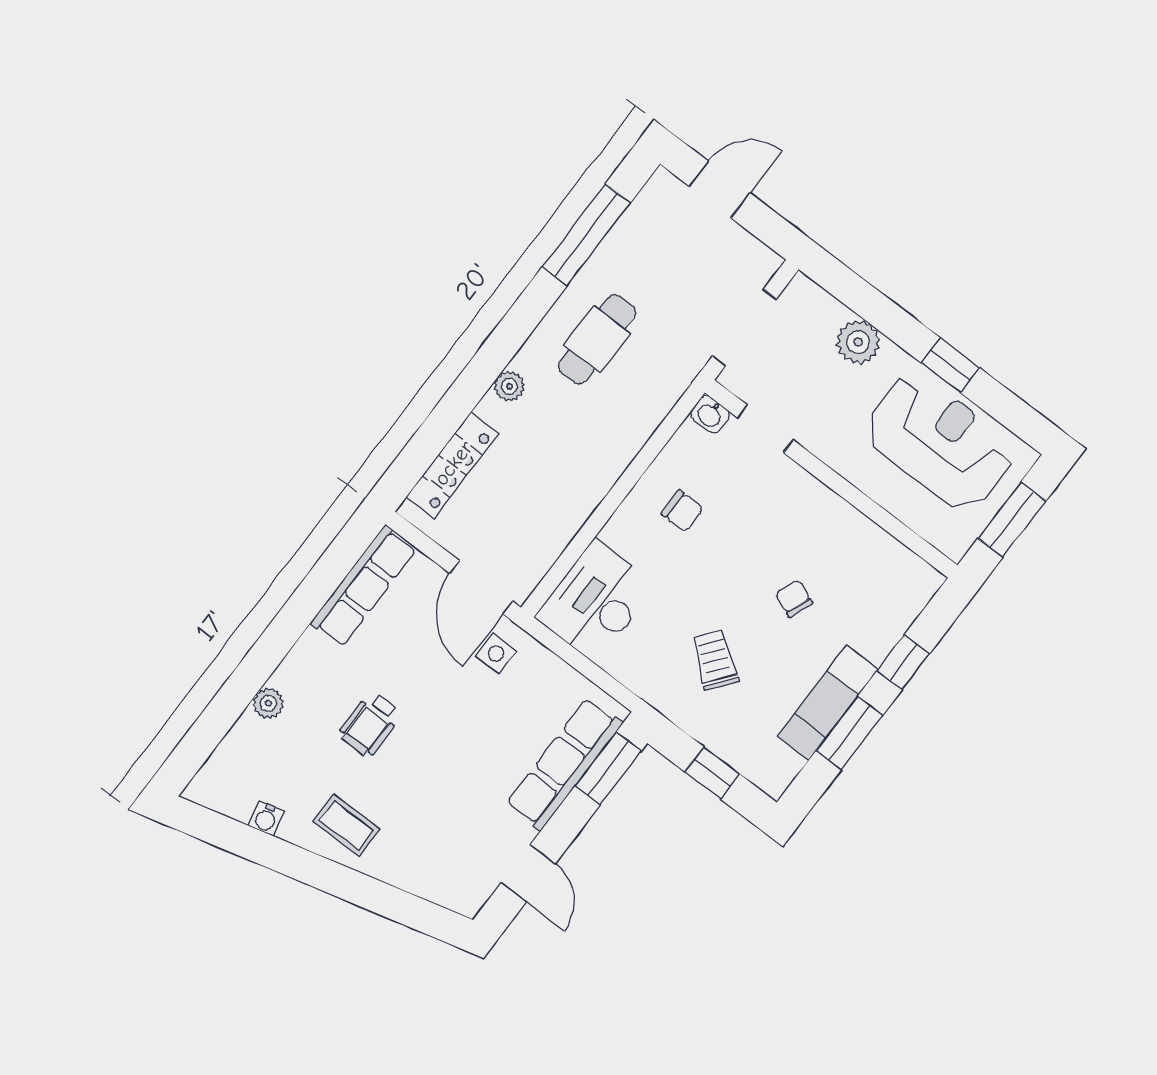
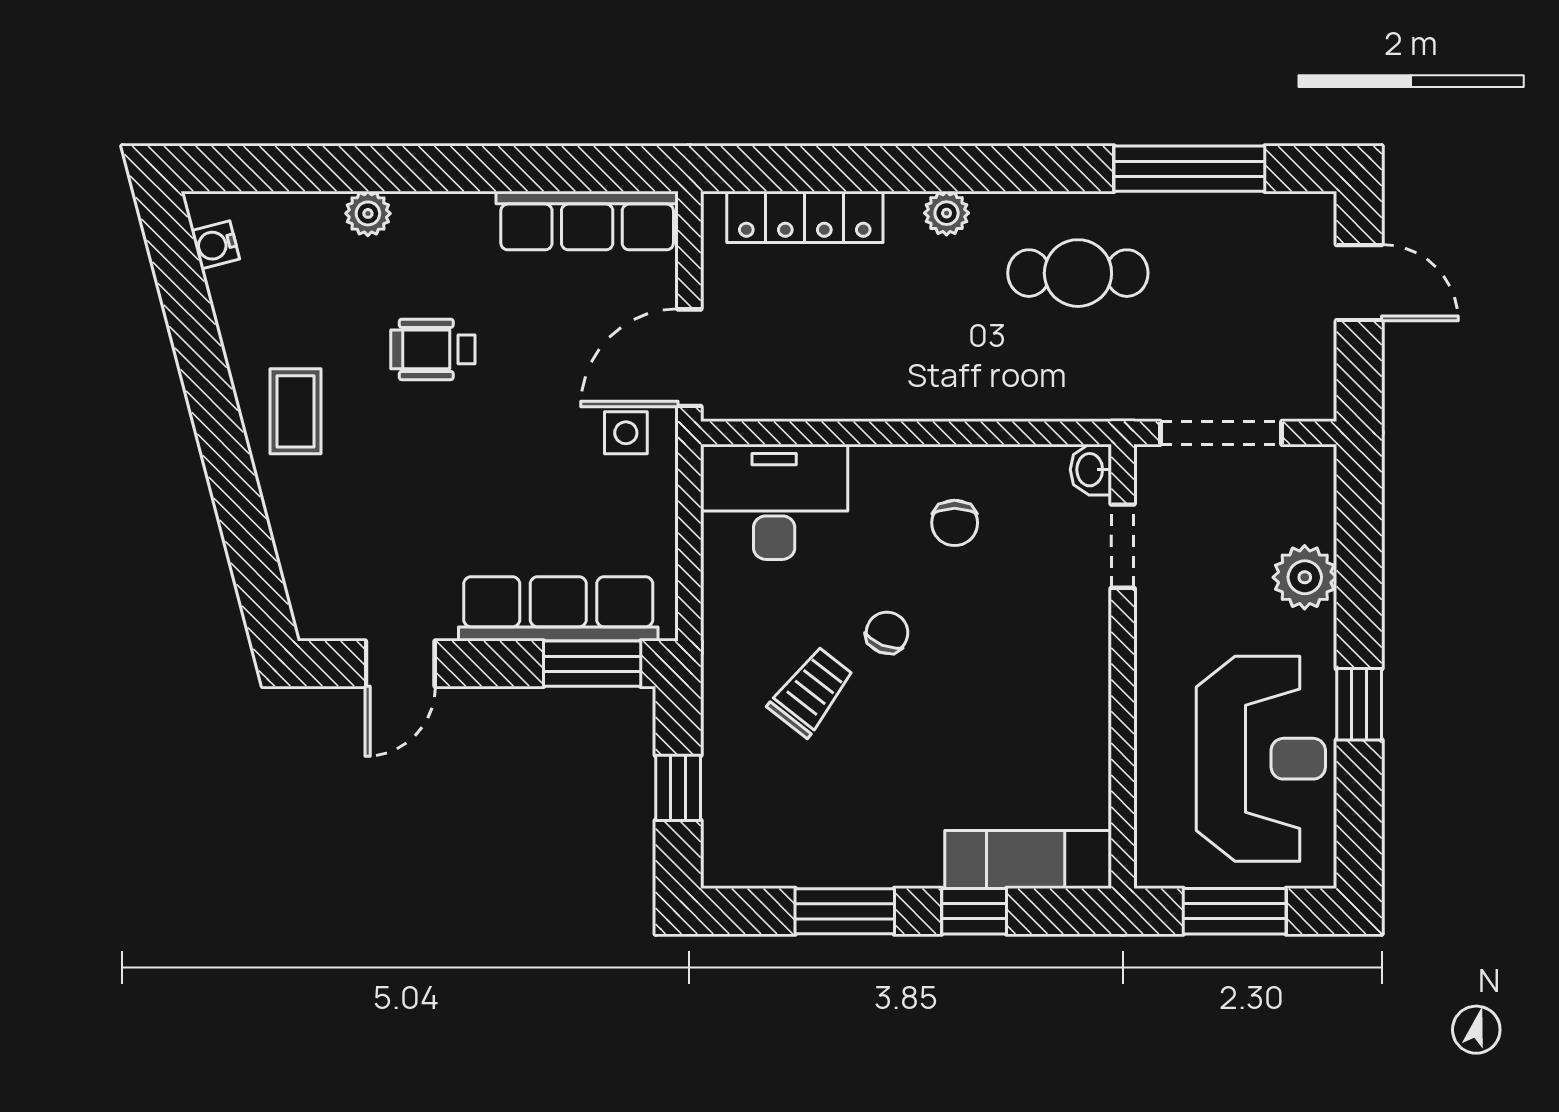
chair: (794, 598) -> (887, 633), moved
exam couch: (828, 703) -> (1028, 860), moved
water cooler: (266, 818) -> (215, 245), moved

